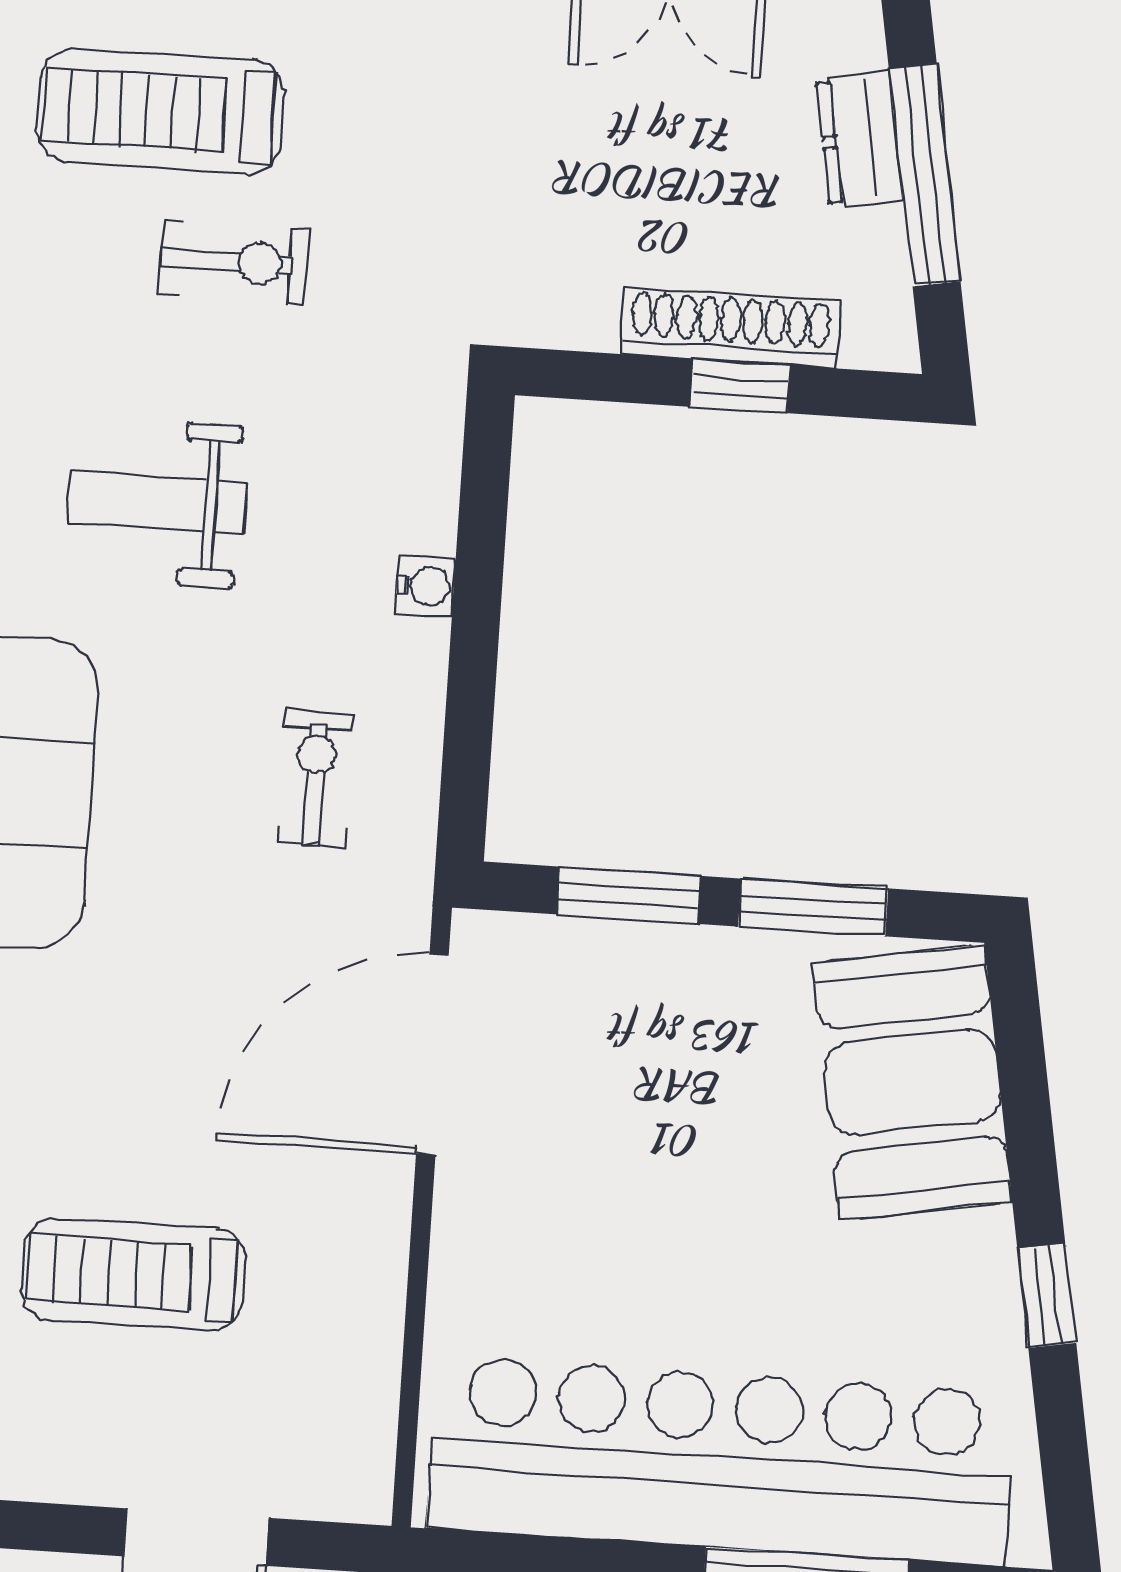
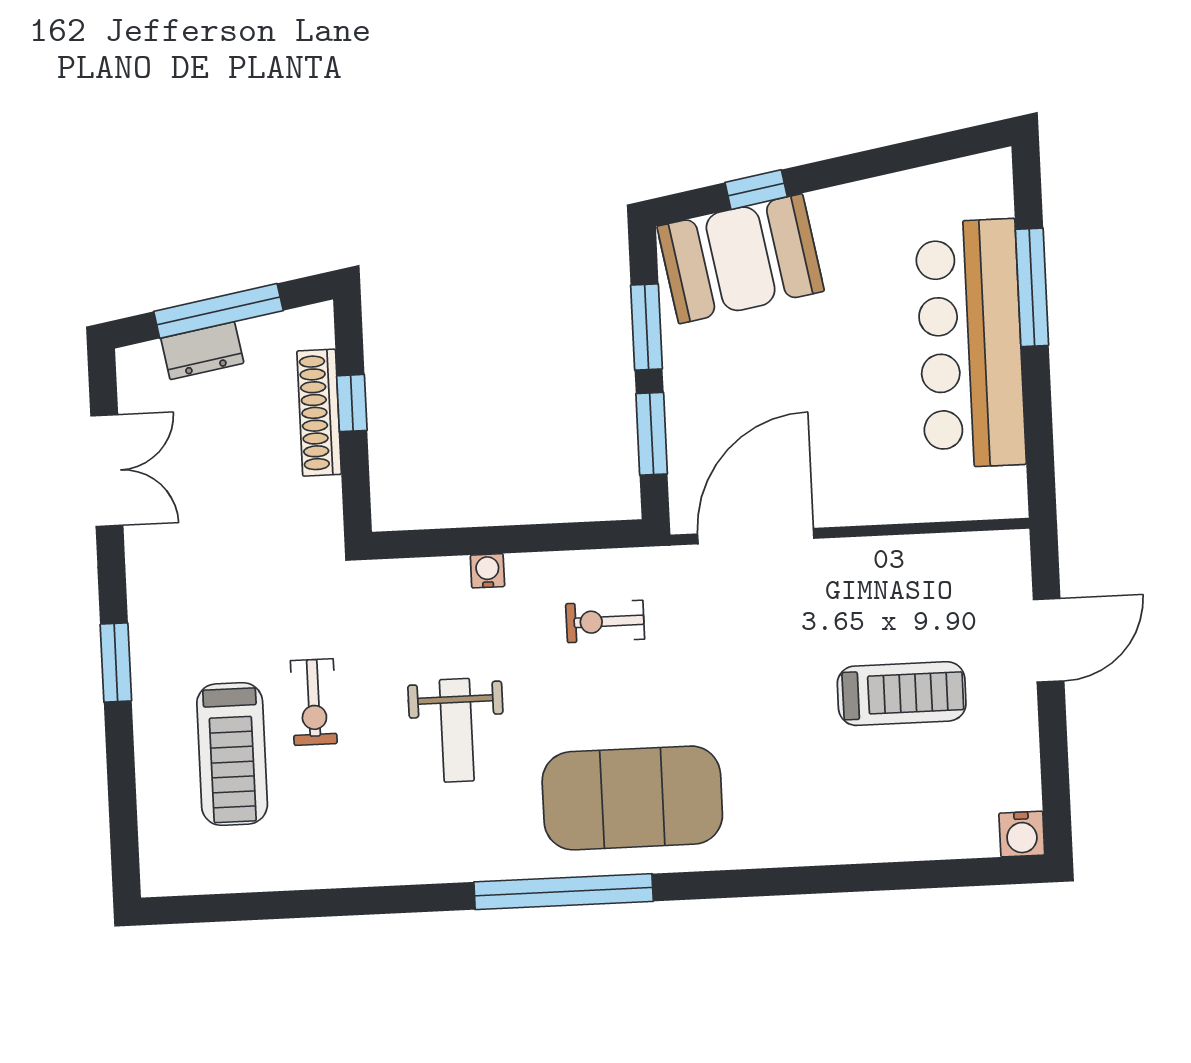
exercise bike: (234, 262) -> (314, 702), turned 180
door: (432, 1054) -> (756, 536), swing flipped
treadmill: (133, 1274) -> (902, 694), turned -90
window: (1047, 1296) -> (756, 190), moved
bar counter: (721, 1461) -> (970, 344), width x0.73

